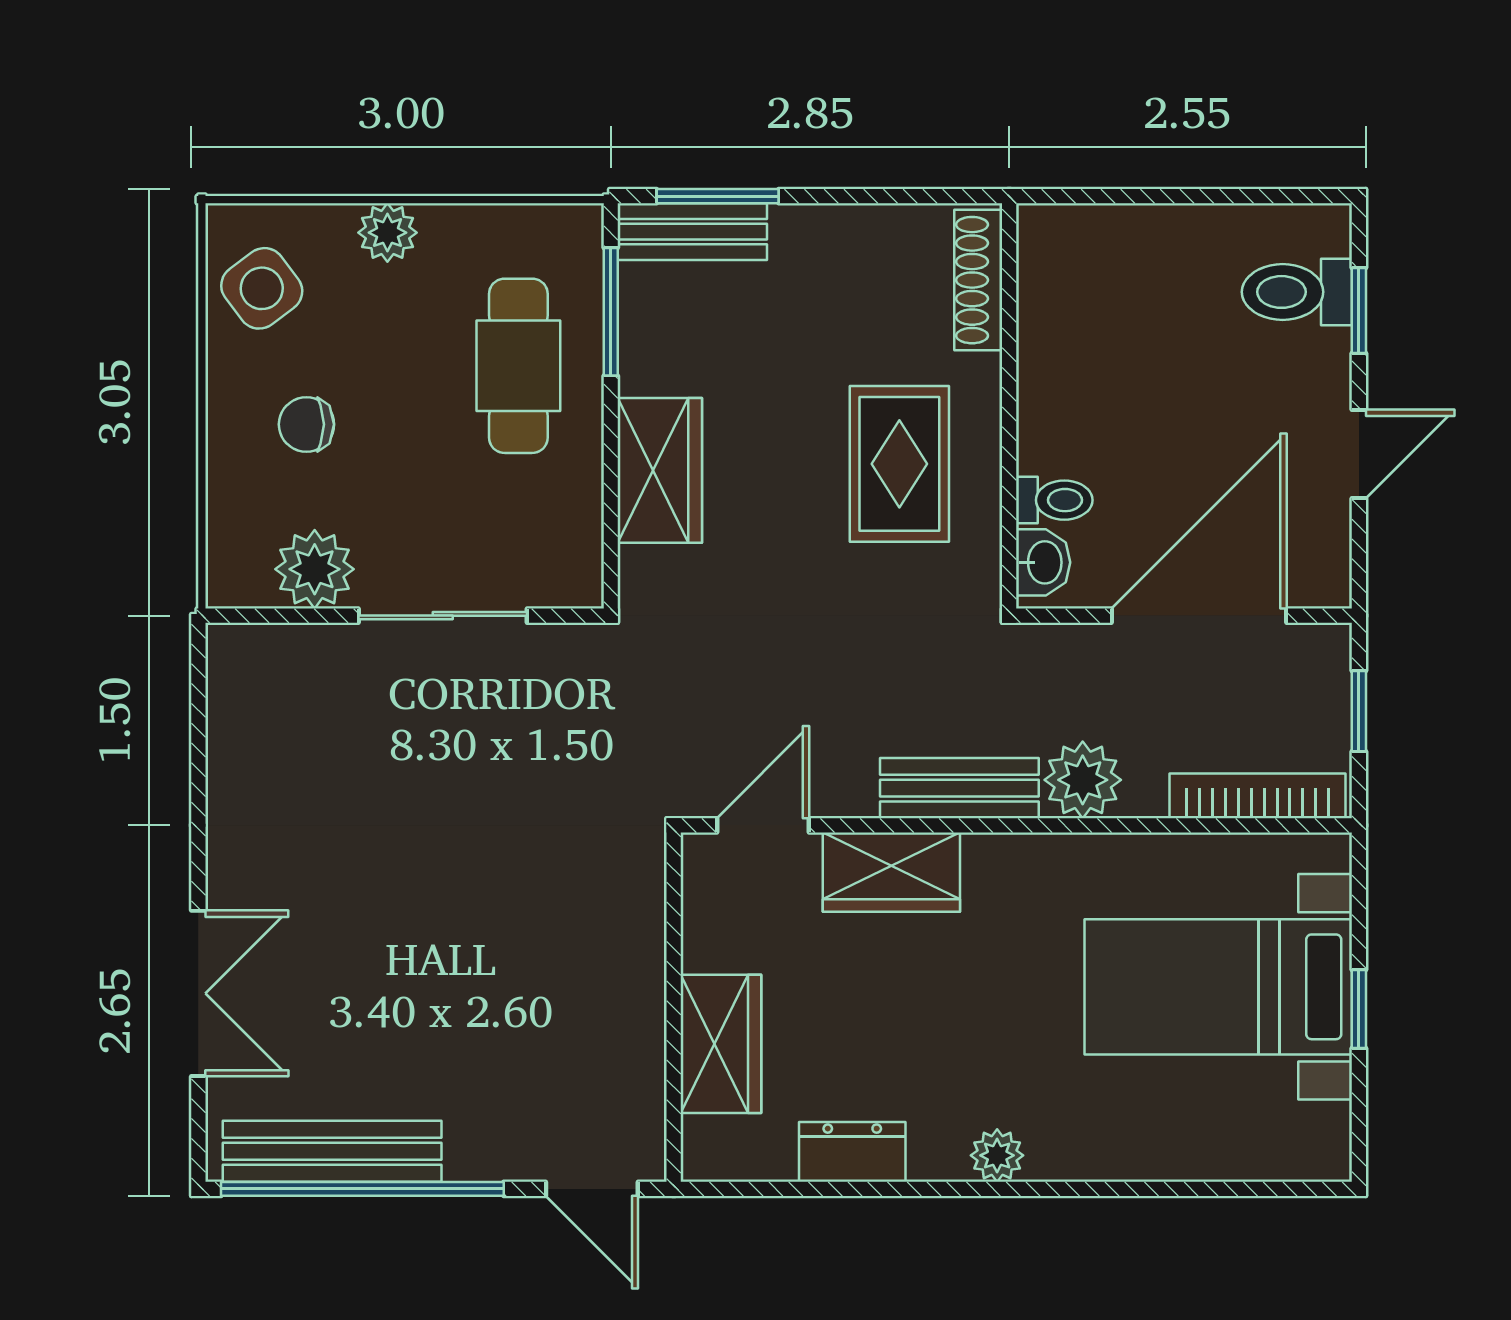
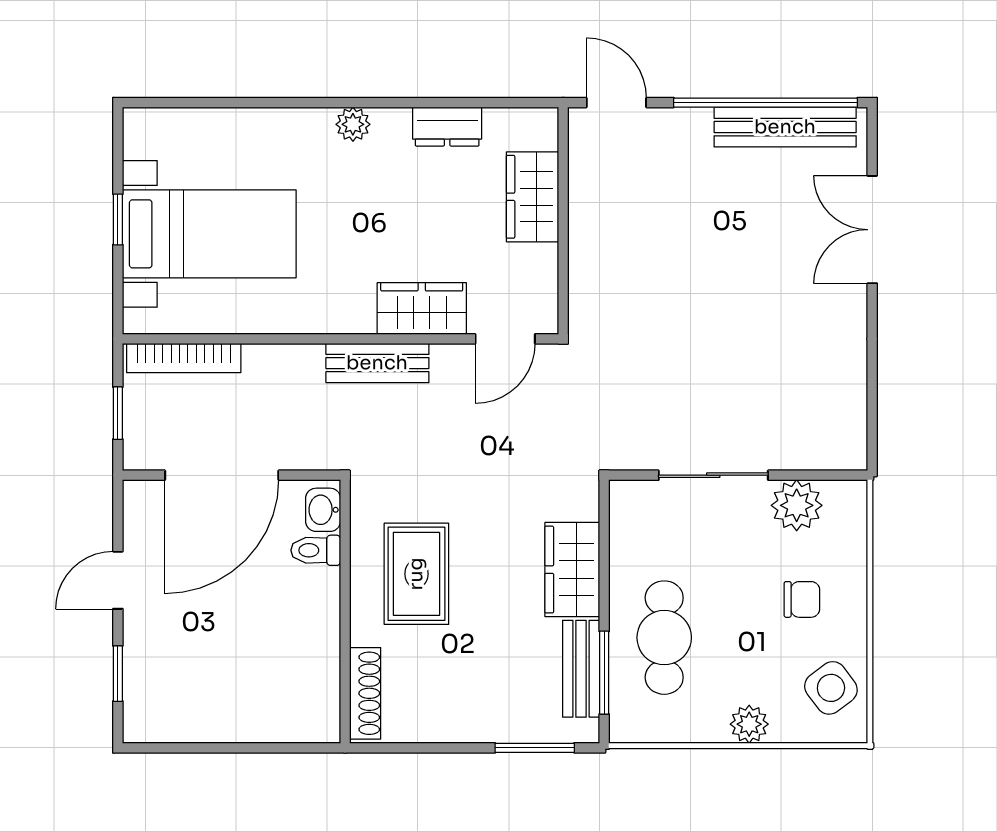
bench: (692, 232) -> (581, 669), moved, turned 90
toilet: (1297, 292) -> (158, 686), removed
plant: (1083, 780) -> (297, 368), removed

